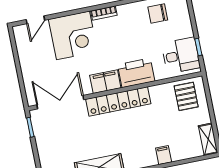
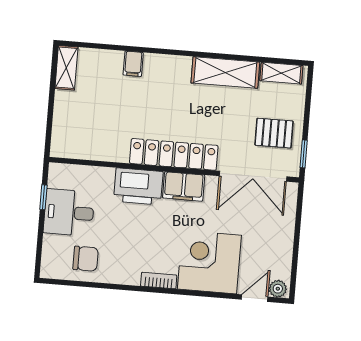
plant: (21, 31) -> (278, 289), added
desk: (181, 55) -> (69, 213), moved
pallet: (186, 96) -> (274, 133), moved, turned 90

